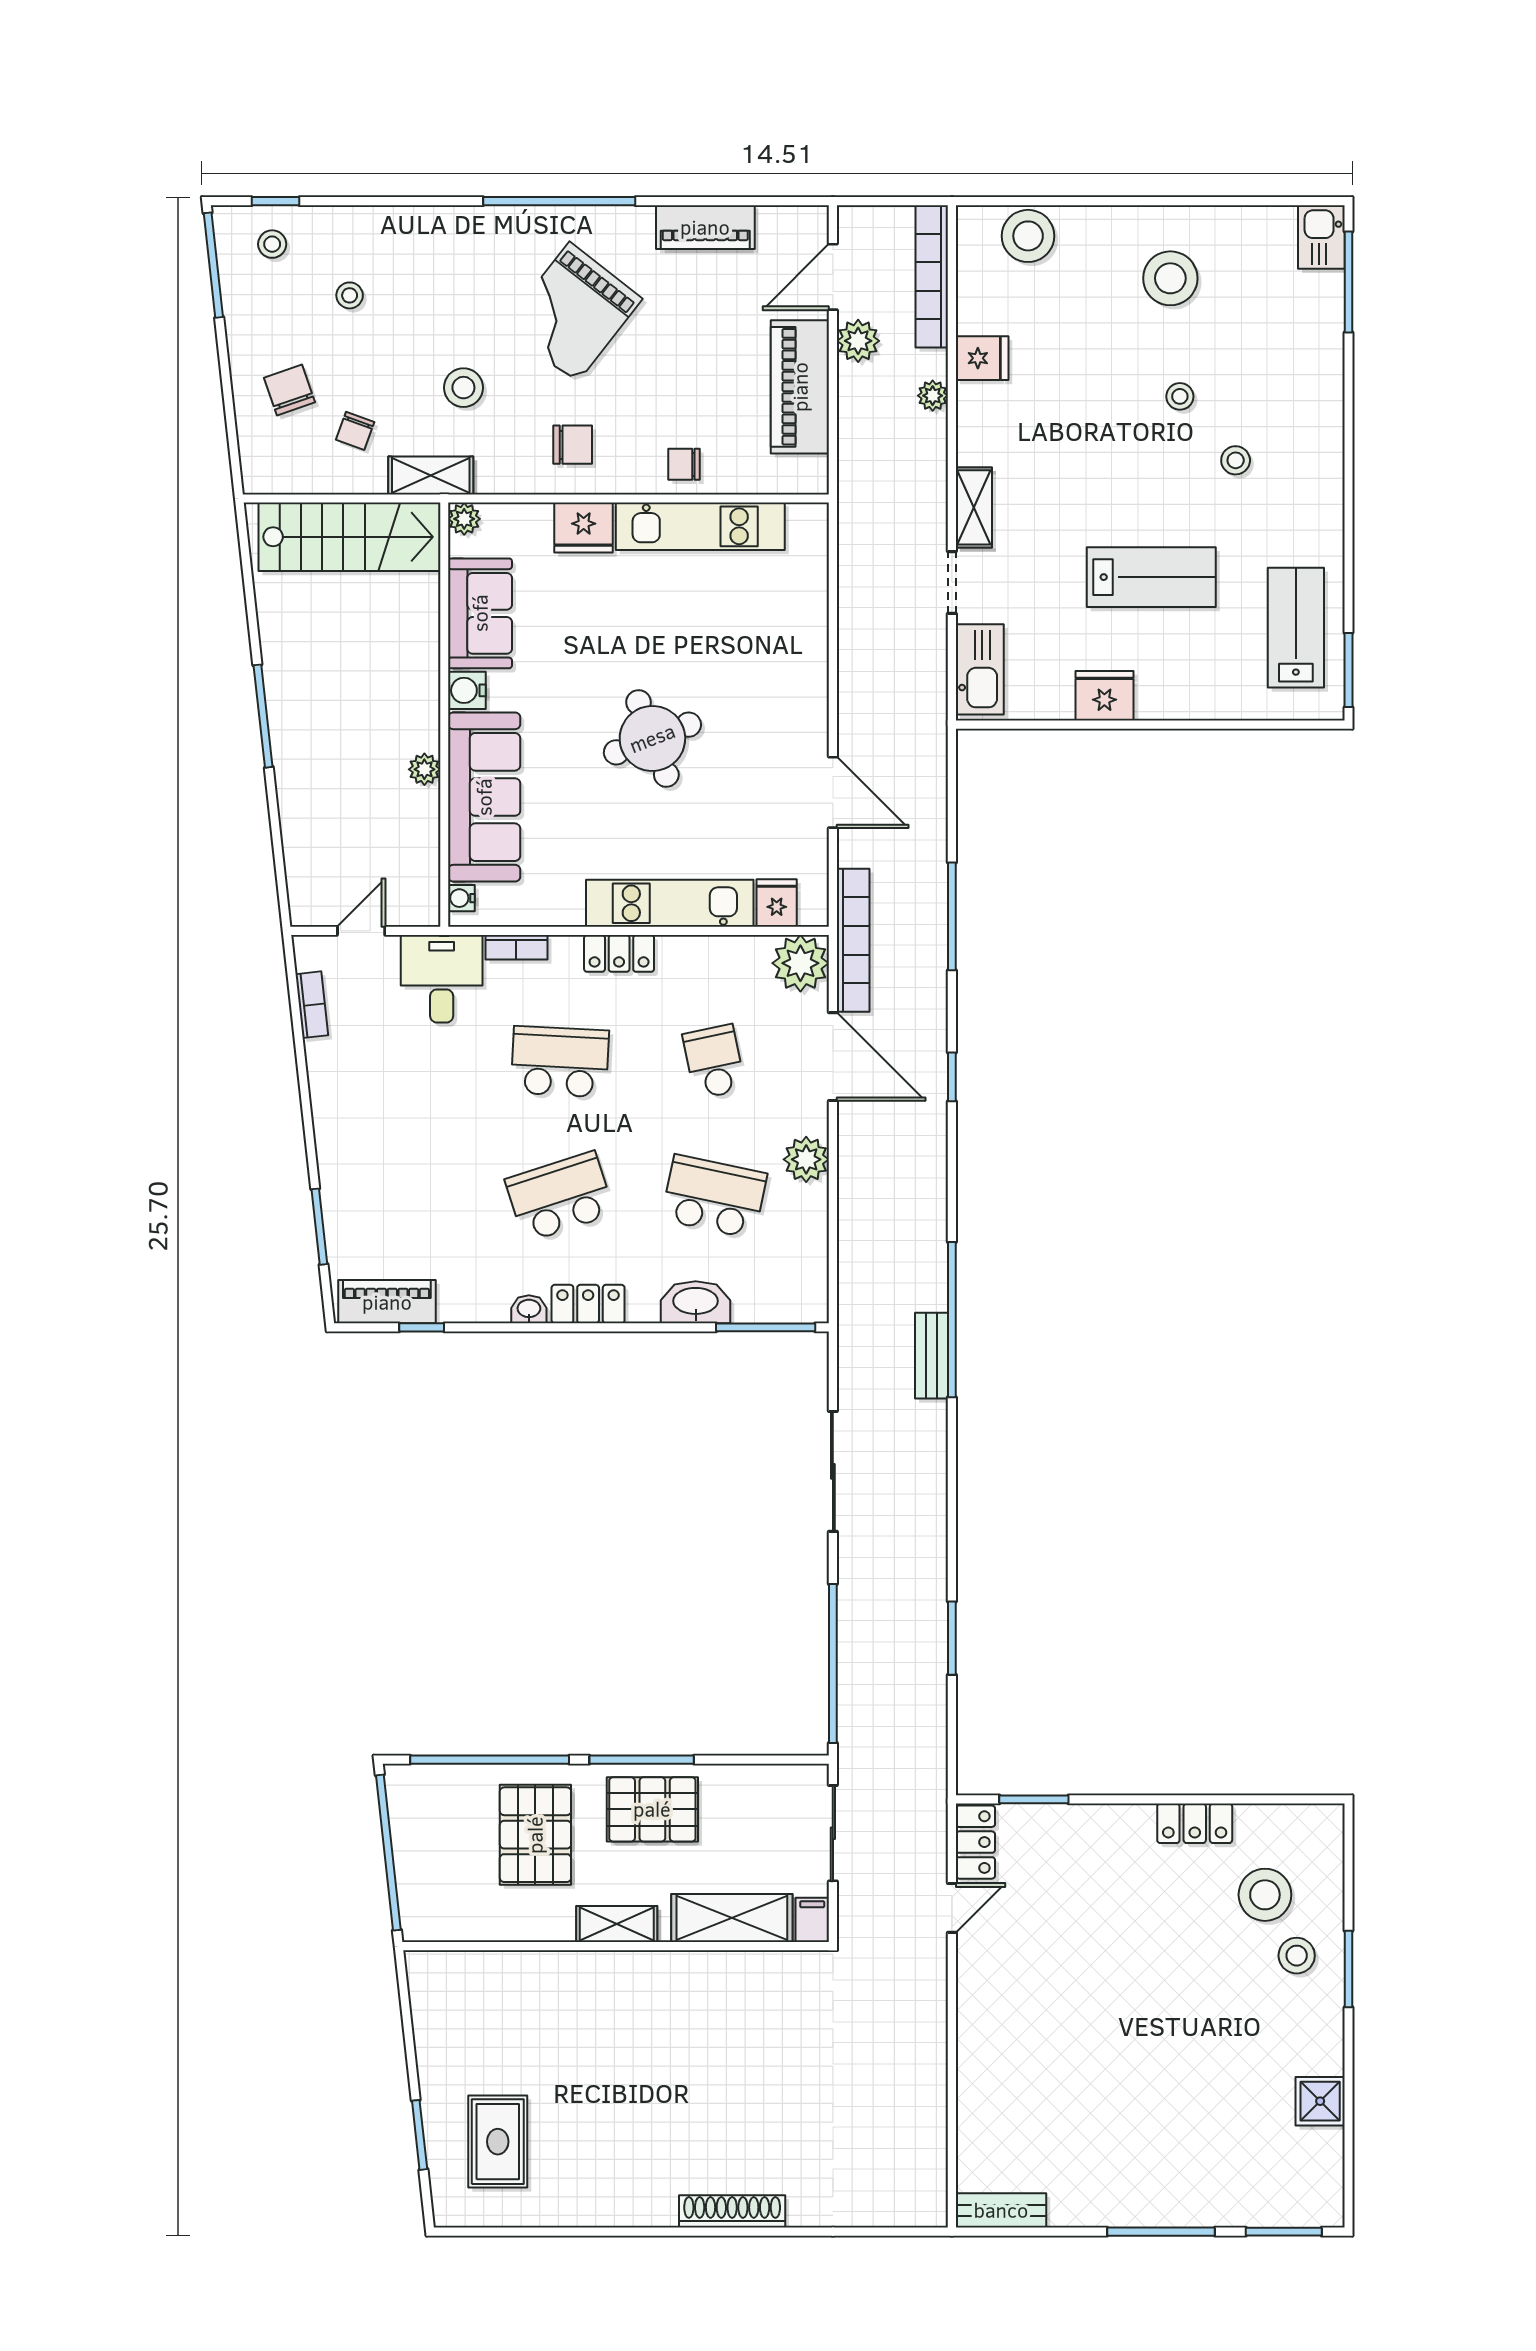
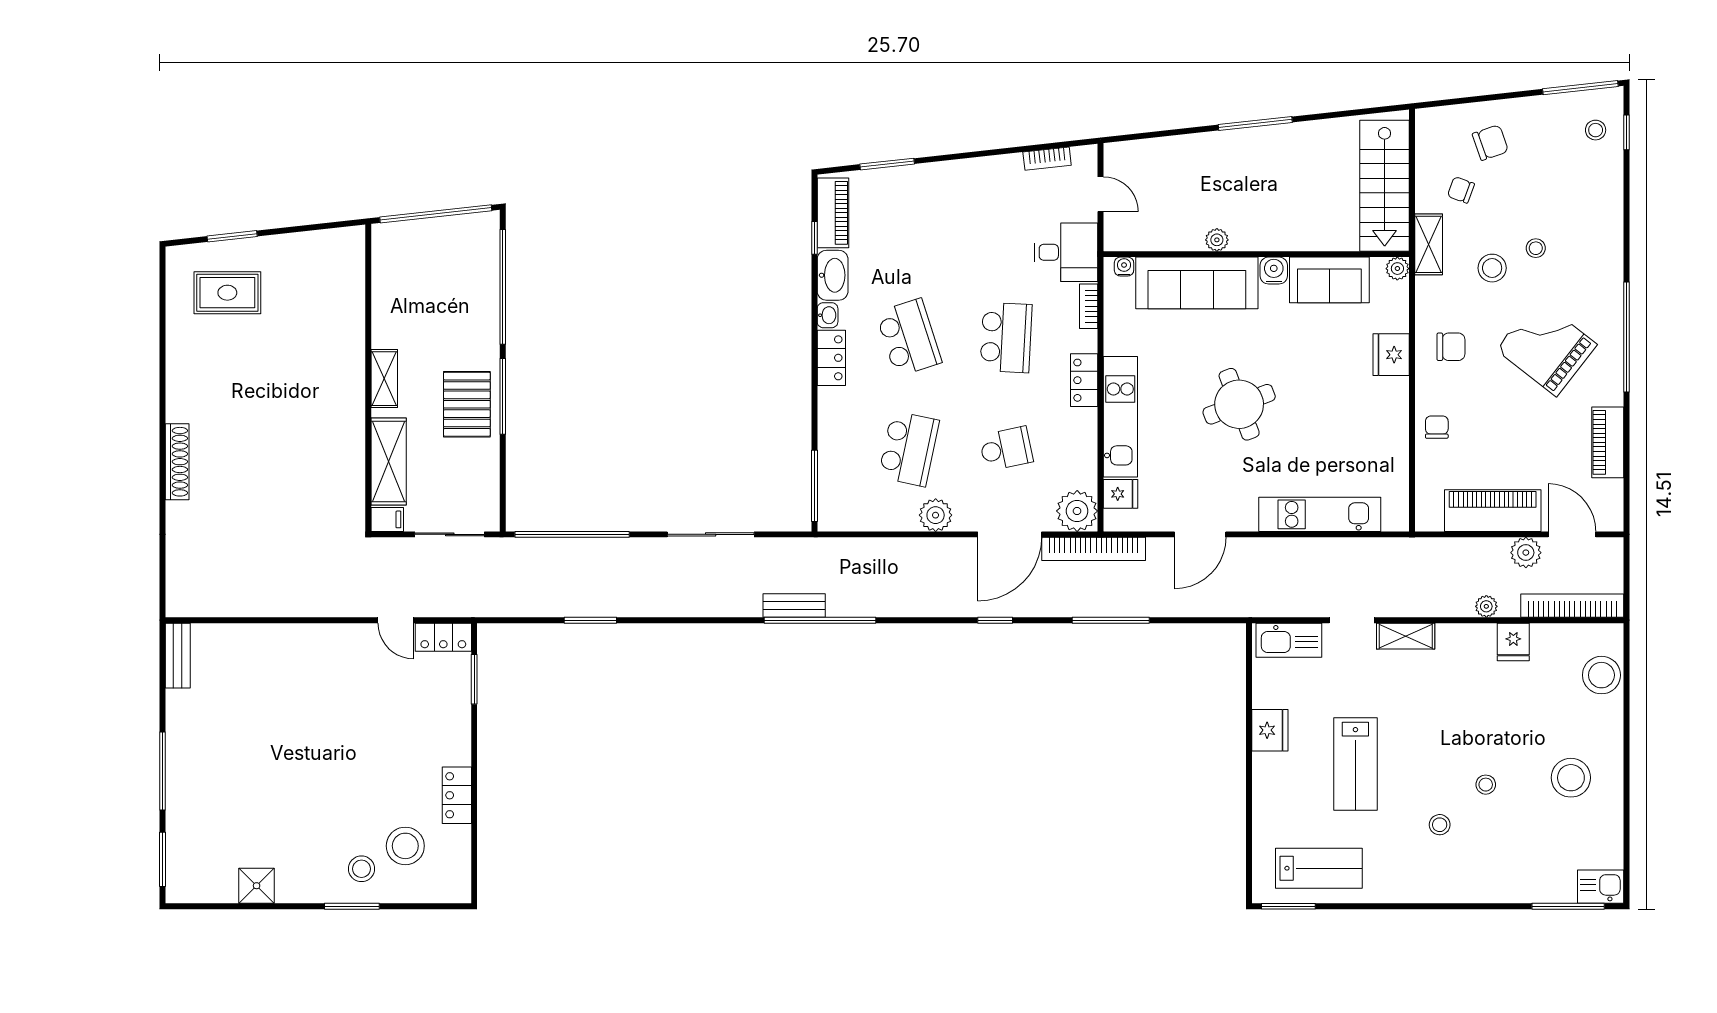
stool: (350, 295) -> (1536, 248), moved
chair: (573, 445) -> (1451, 347), turned -90
kitchen unit: (700, 526) -> (1320, 514), moved, turned 90
washbasin: (696, 1302) -> (833, 275), moved
pallet: (535, 1835) -> (449, 320), removed

